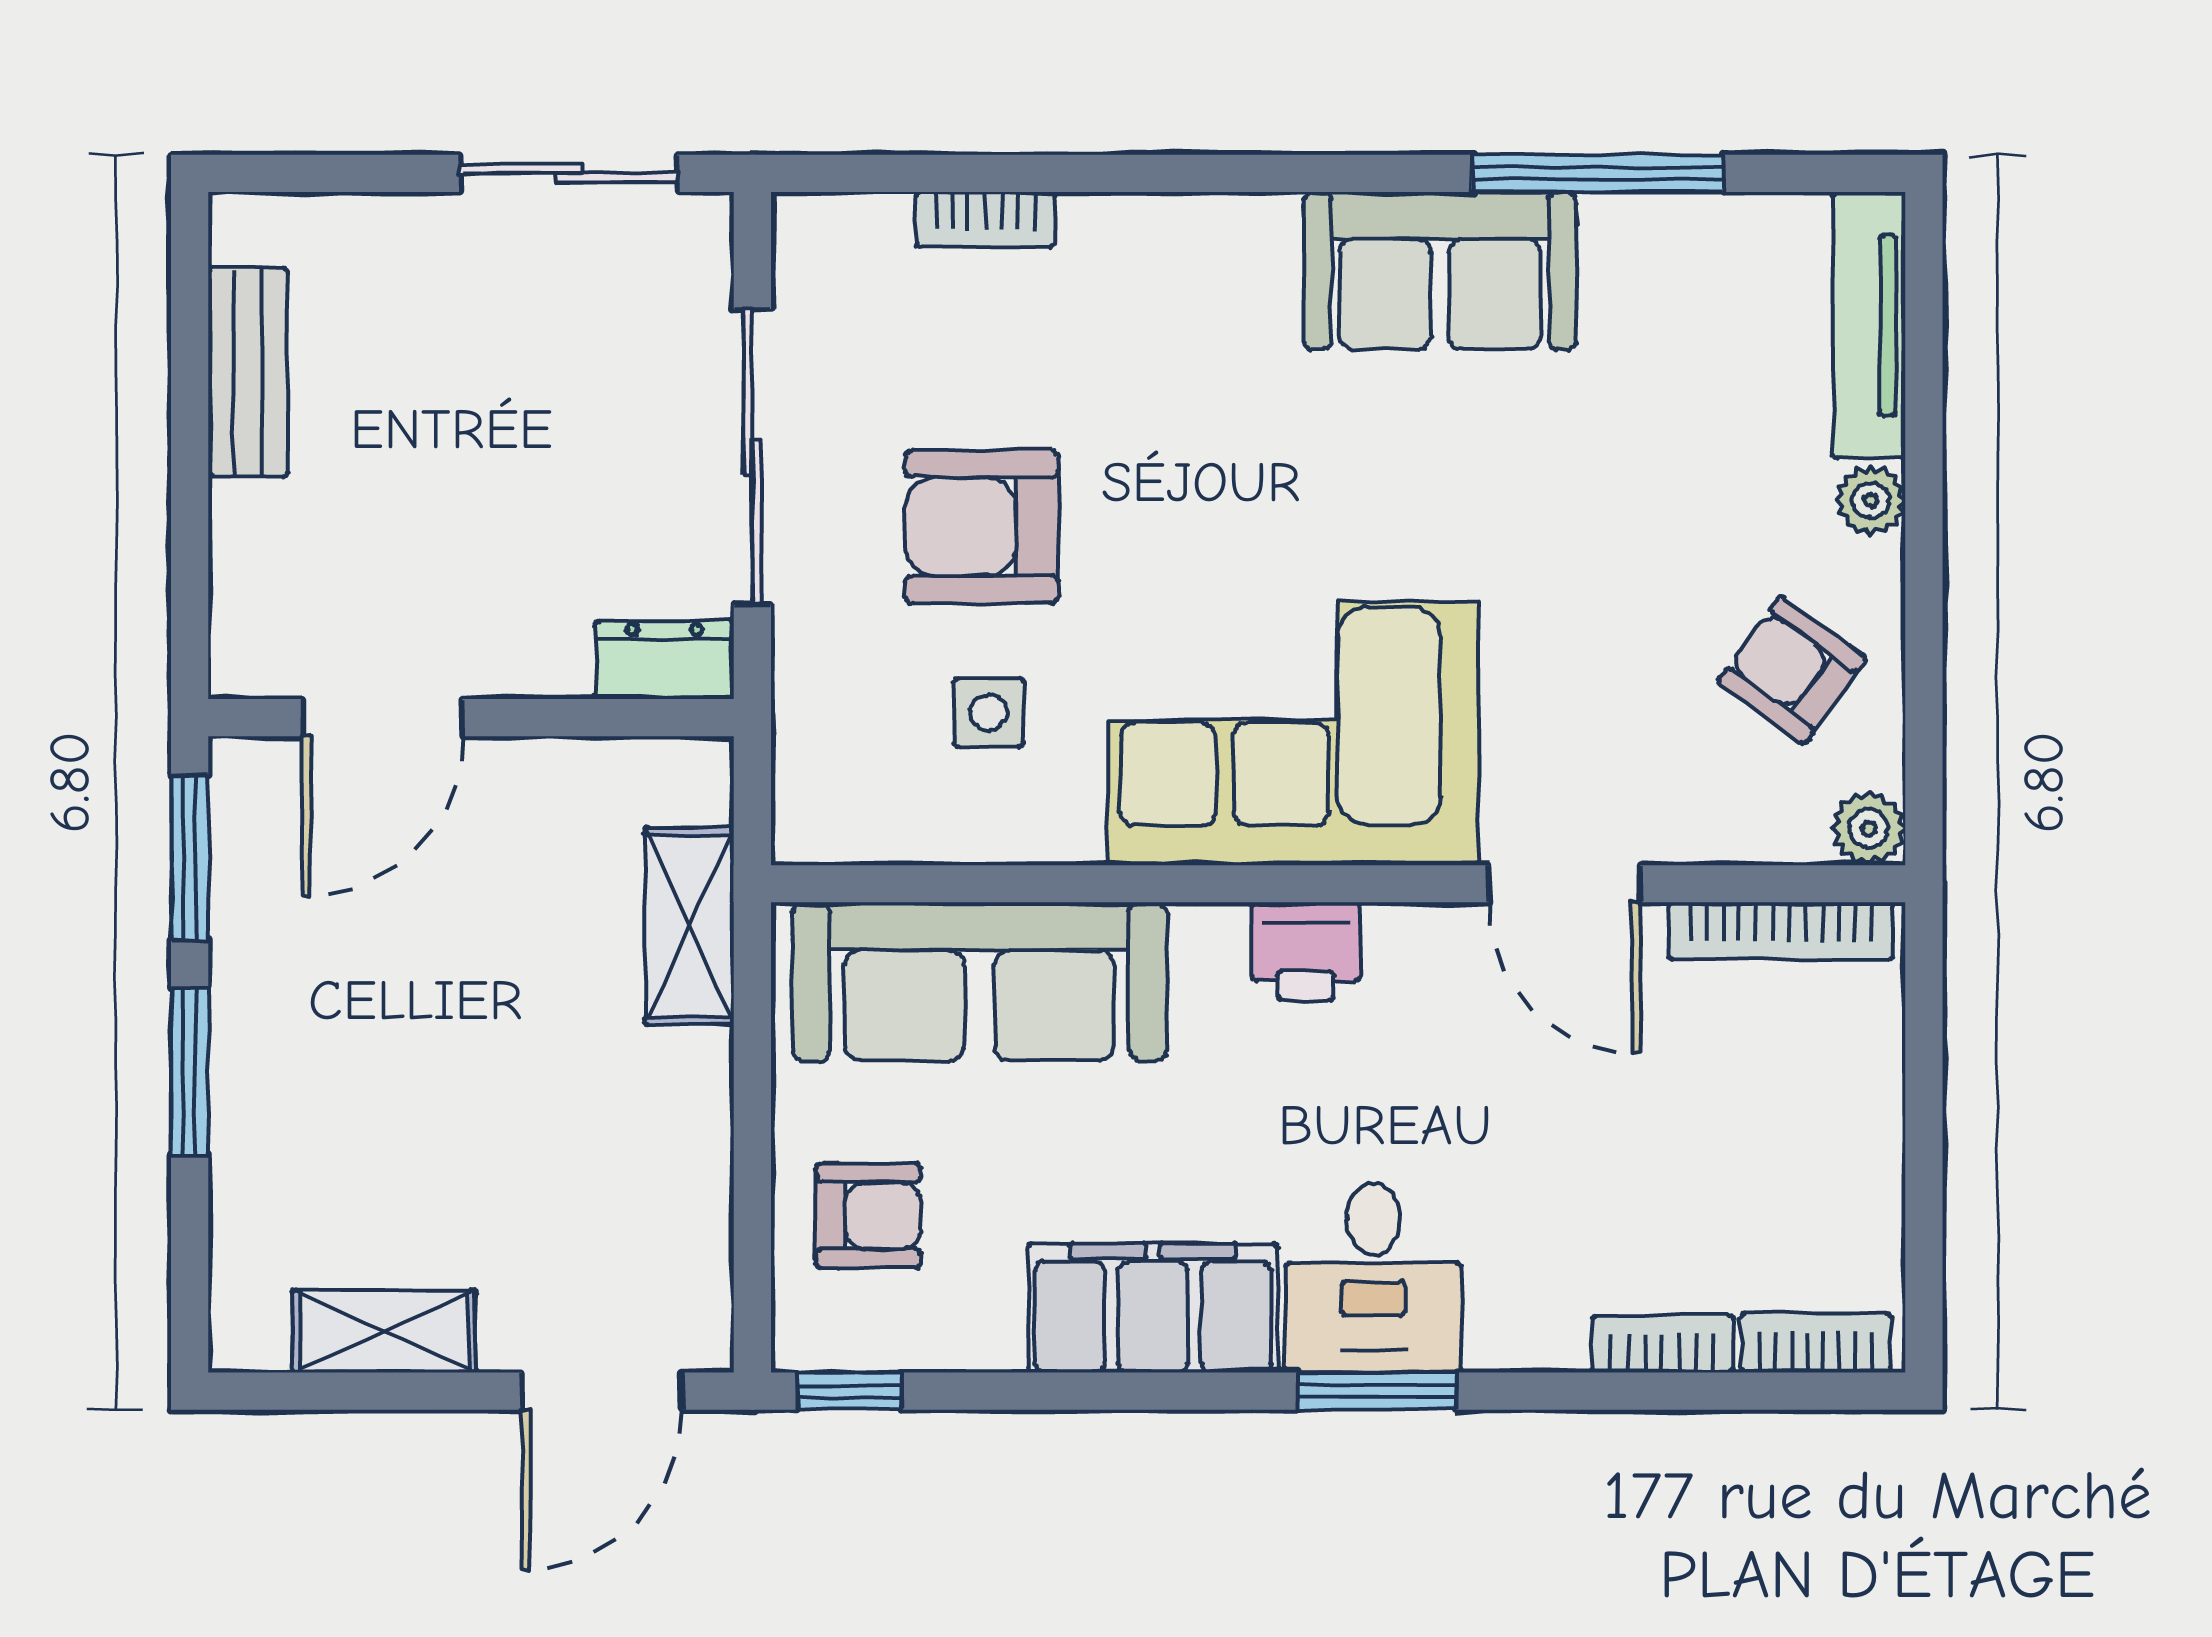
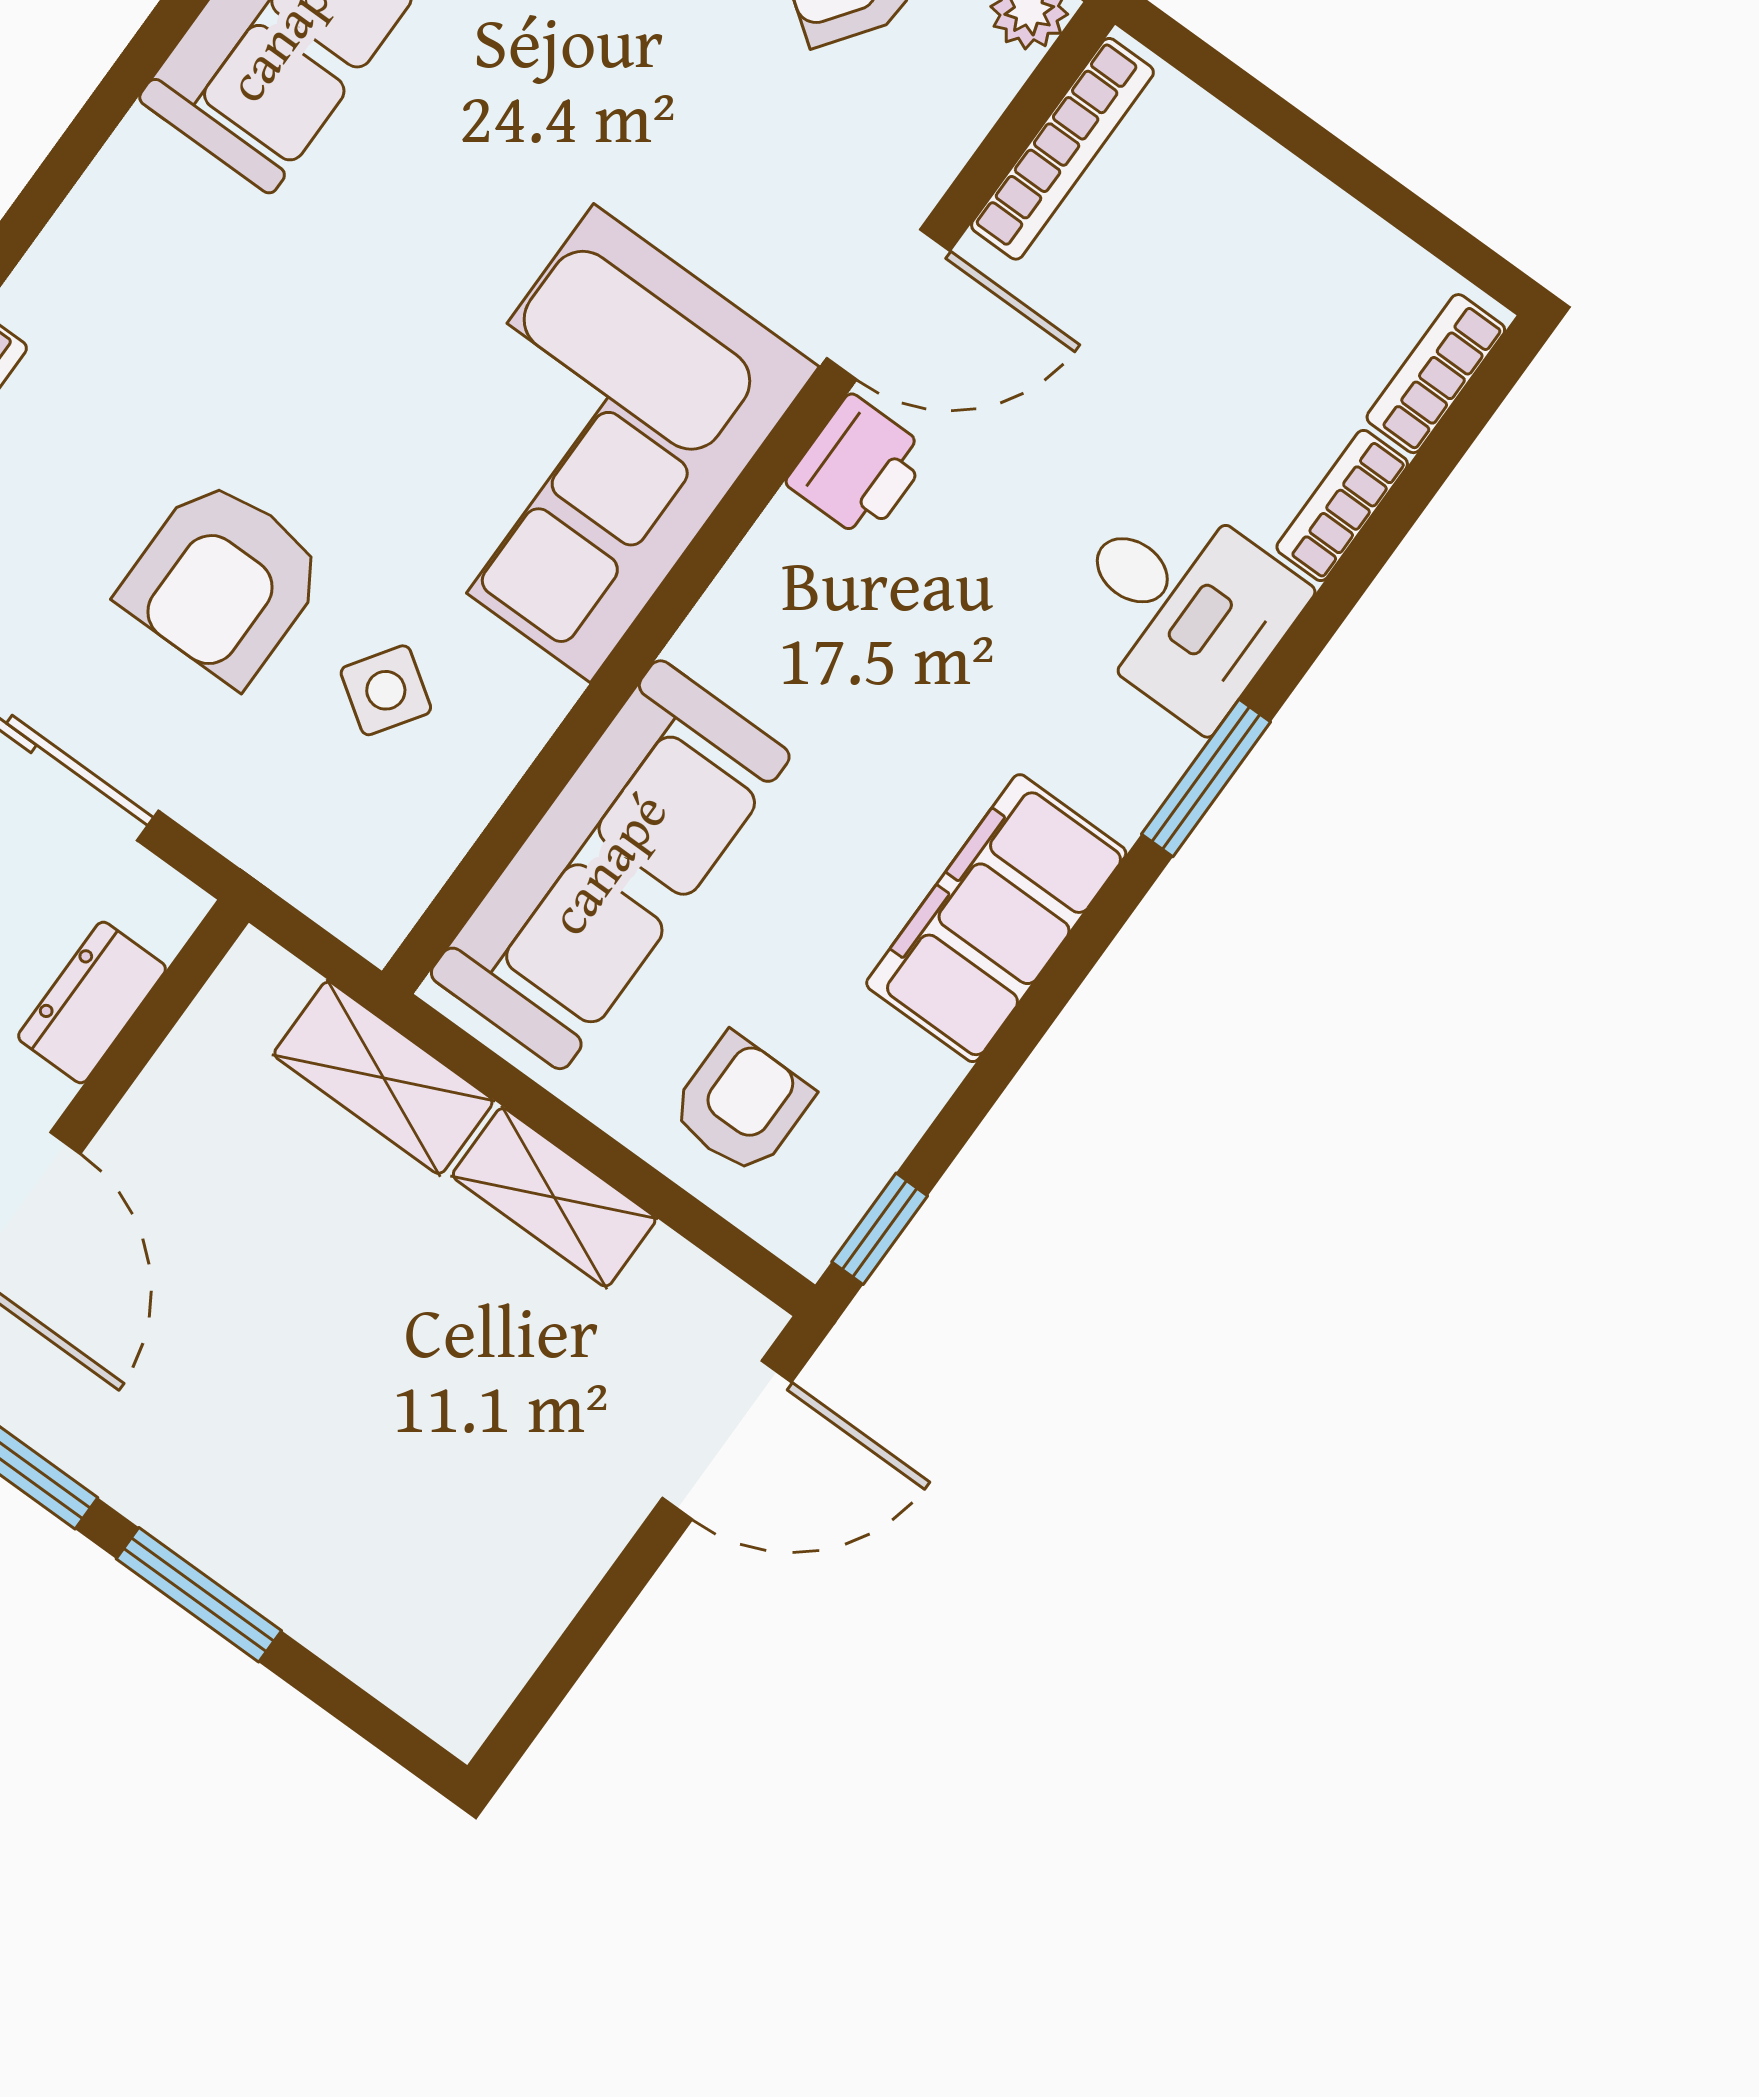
dresser: (664, 660) -> (92, 1003), moved
side table: (989, 712) -> (386, 690), turned 34
printer: (1306, 951) -> (859, 467), moved
desk: (1373, 1278) -> (1183, 607), moved
shelving: (384, 1331) -> (554, 1197), moved, turned 90
door: (602, 1391) -> (727, 1440), hinge flipped

